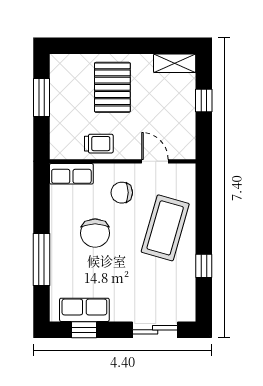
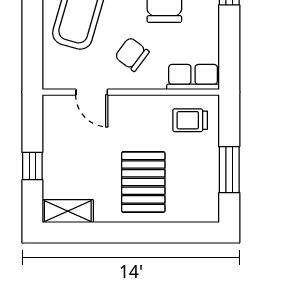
trolley: (99, 144) -> (190, 120), moved
chair: (122, 193) -> (132, 54), turned -143

